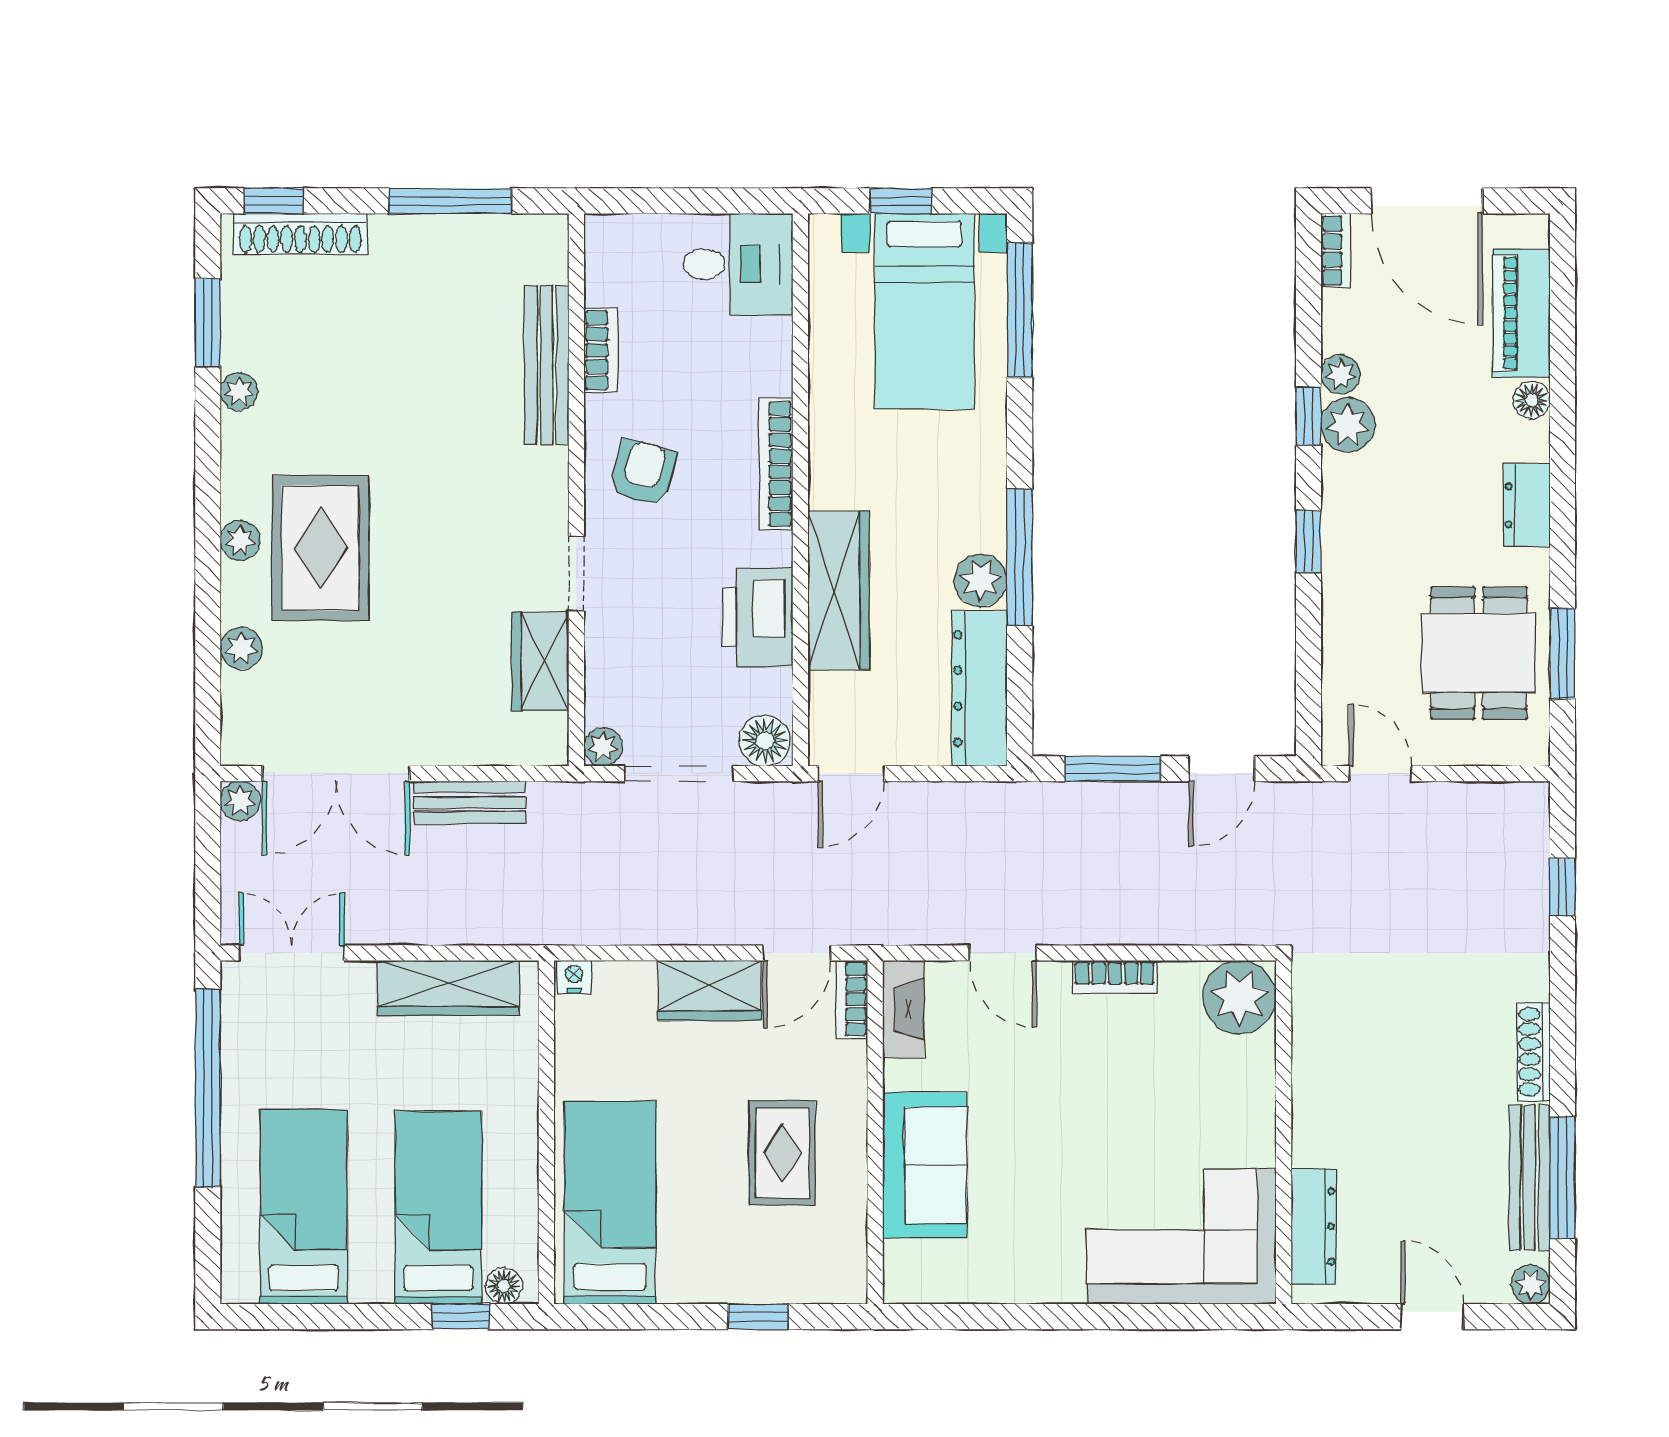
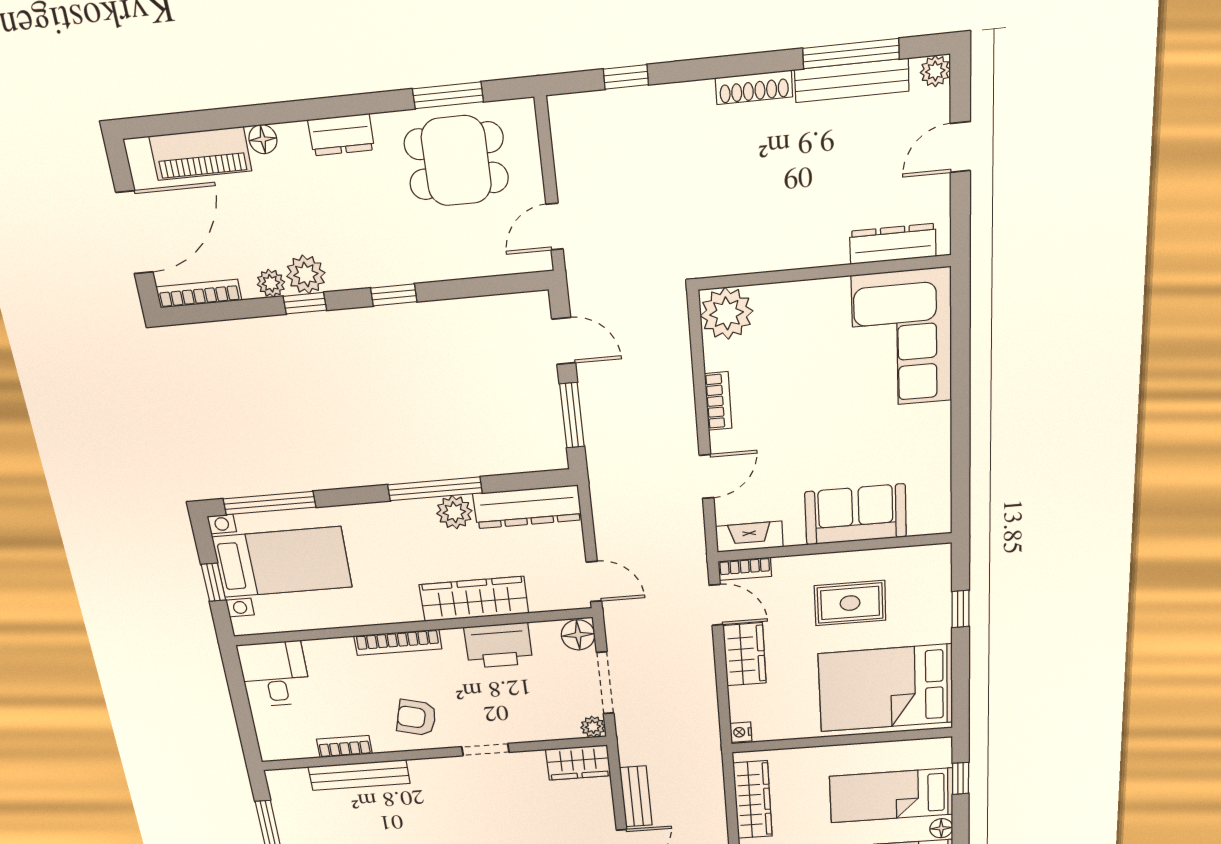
bookcase: (1336, 250) -> (199, 294), width x1.56
wardrobe: (540, 661) -> (578, 763), moved
bed: (610, 1203) -> (886, 688), width x1.50
floor lamp: (504, 1286) -> (941, 828), moved

